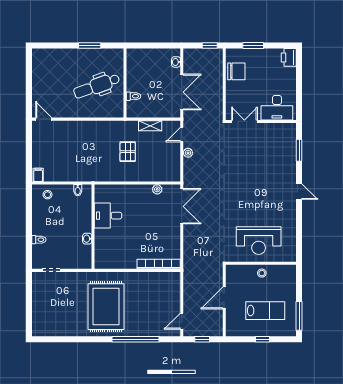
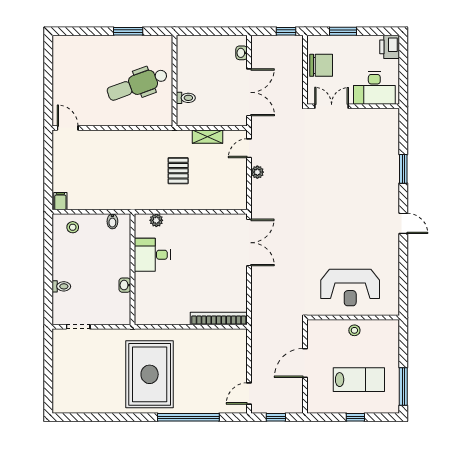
desk: (277, 108) -> (374, 88), moved
double door: (244, 121) -> (332, 106), moved
wall: (261, 121) -> (353, 106), moved
plant: (157, 189) -> (156, 220), moved

